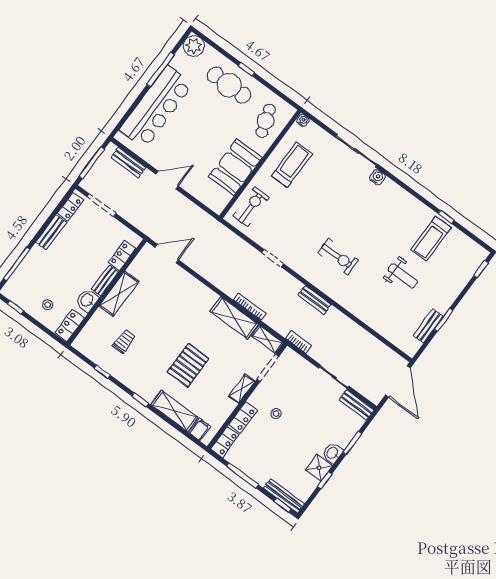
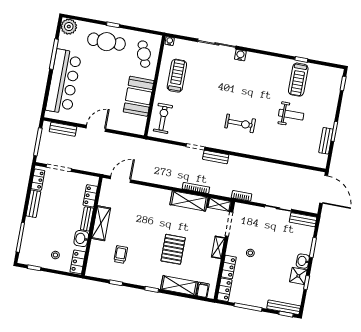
bench: (315, 300) -> (216, 157), moved

